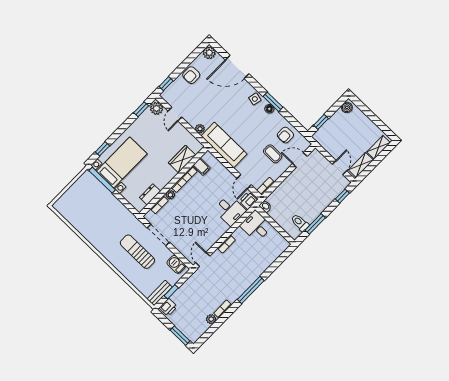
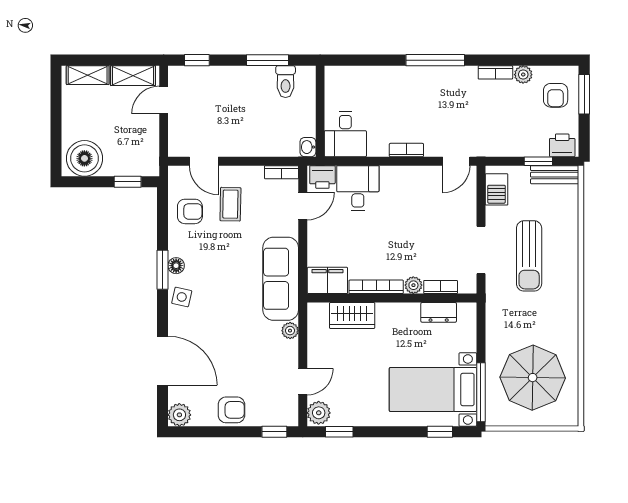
boiler: (347, 107) -> (84, 158), width x1.86, depth x1.86
filing cabinet: (201, 167) -> (327, 280), width x2.00
parasol: (88, 206) -> (533, 378), added
armchair: (191, 324) -> (556, 95), added

